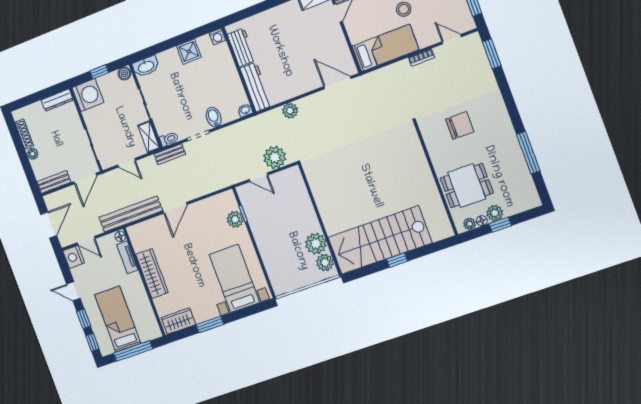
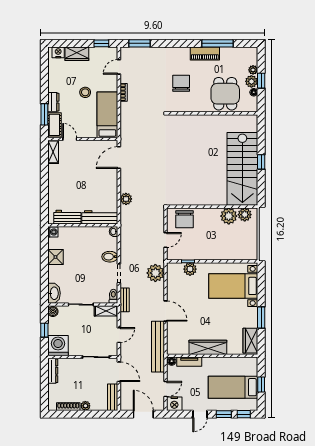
piano: (509, 141) -> (205, 53), added
plant: (275, 157) -> (155, 273), moved
chair: (292, 191) -> (184, 219), added
plant: (470, 224) -> (253, 70), moved
window: (133, 351) -> (261, 384), width x0.46

